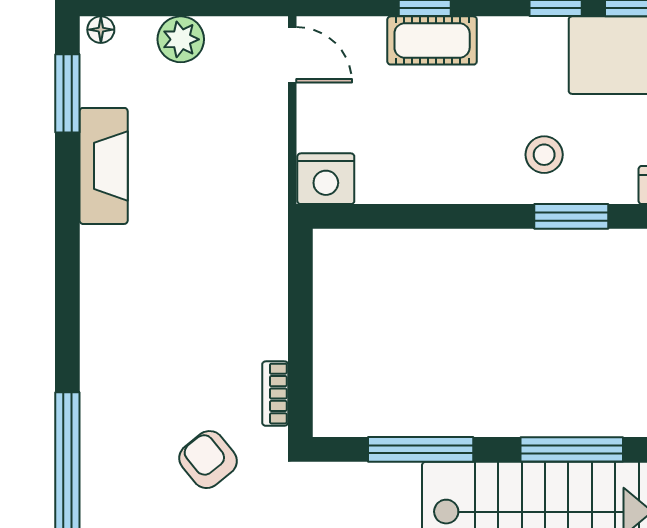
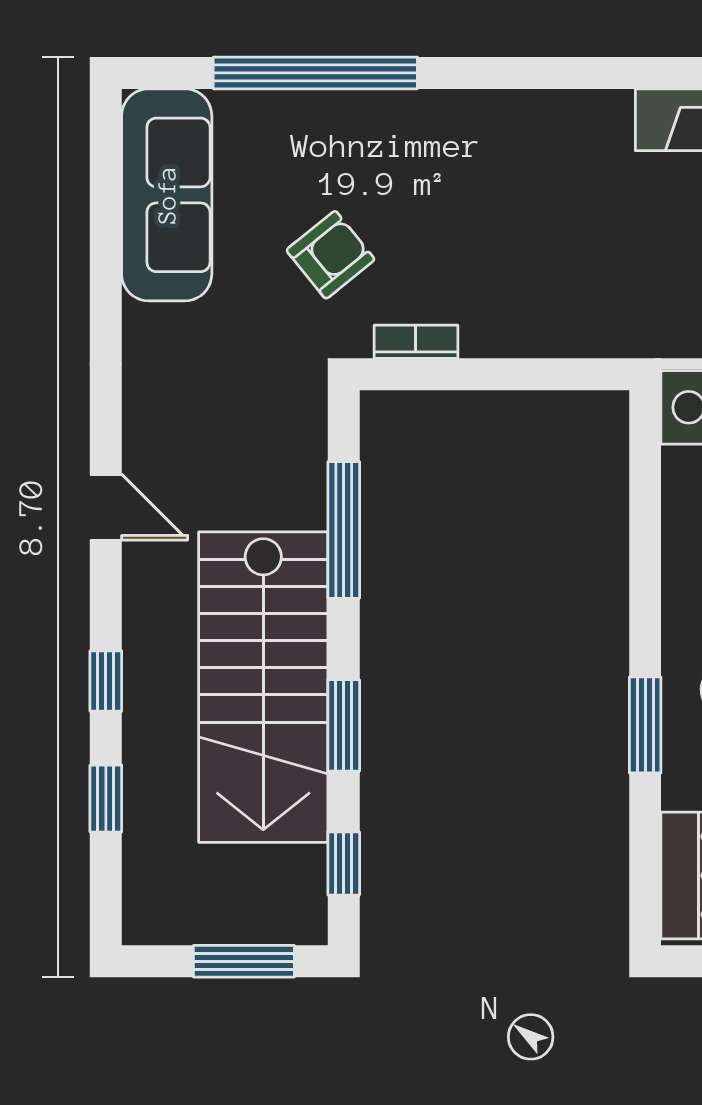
window: (572, 449) -> (344, 725), width x0.69

